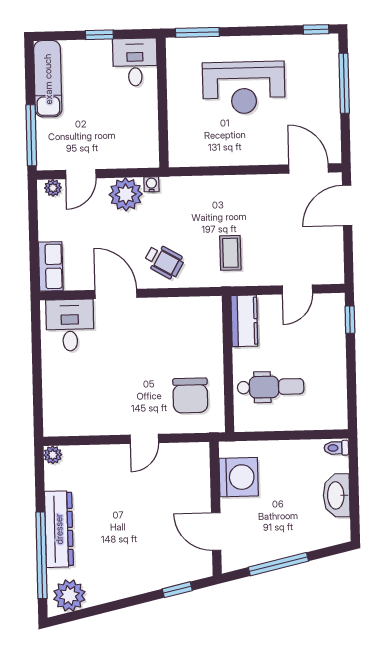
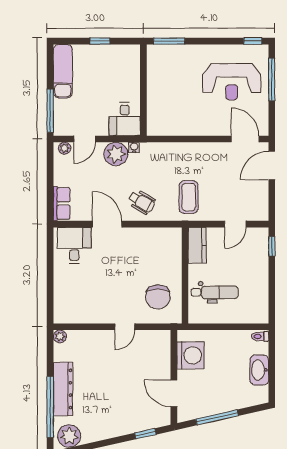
desk: (135, 62) -> (125, 119), moved, turned 180
reception desk: (244, 88) -> (232, 82), moved
coffee table: (230, 253) -> (189, 197), width x1.36, depth x1.30

